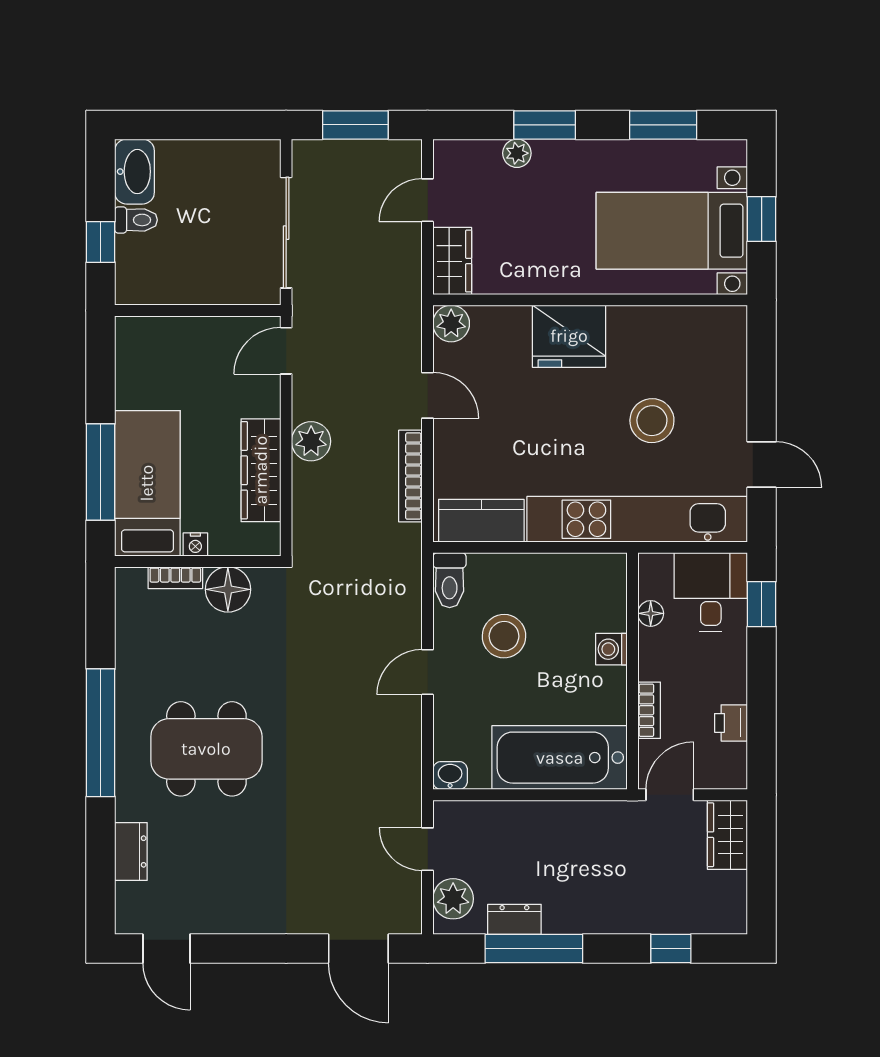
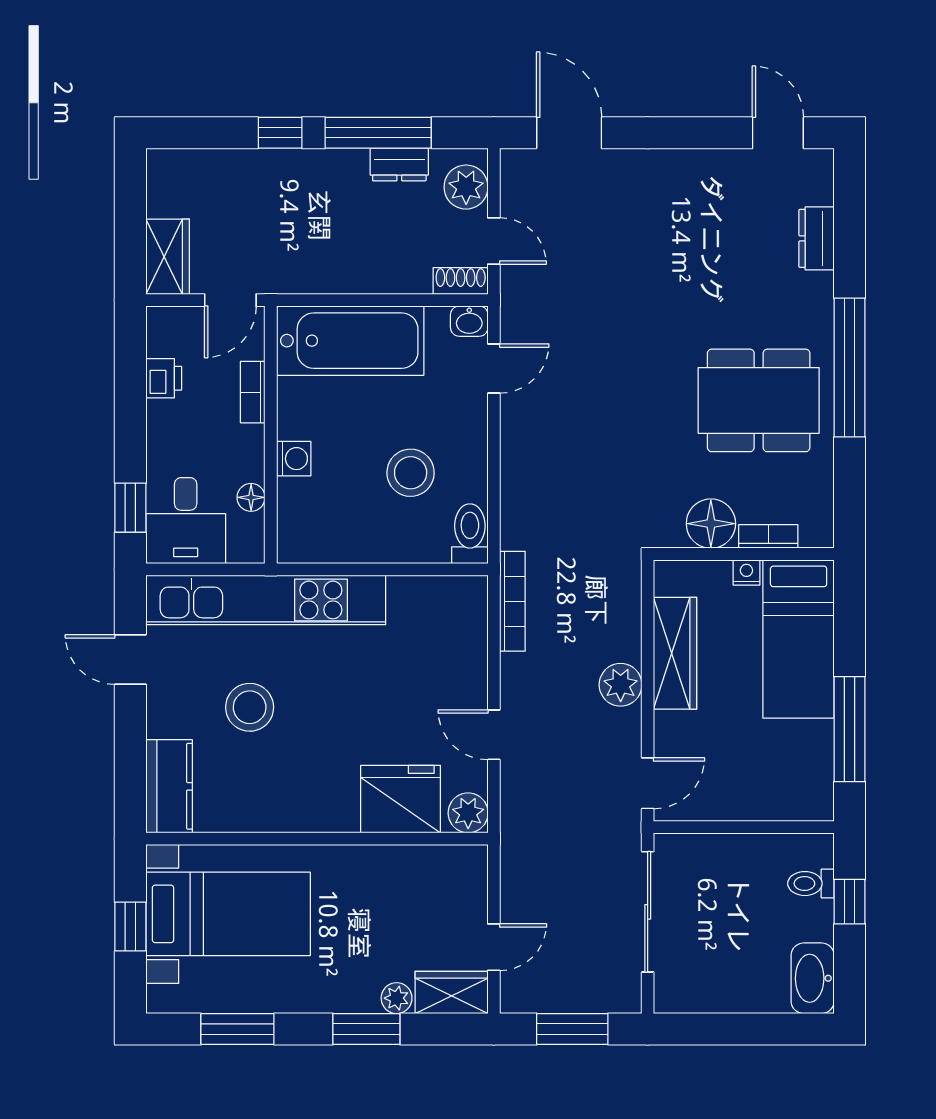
toilet: (136, 220) -> (811, 884), moved
wardrobe: (452, 261) -> (452, 992), moved, turned 90
fridge: (569, 336) -> (401, 799), moved
window: (101, 472) -> (850, 729), moved
bookcase: (410, 476) -> (512, 601), moved
kitchen counter: (481, 521) -> (169, 786), moved, turned -90
door: (428, 672) -> (494, 368), moved
dining table: (206, 749) -> (759, 400), moved
shoe rack: (458, 812) -> (461, 281), added
window: (671, 949) -> (280, 133), moved

